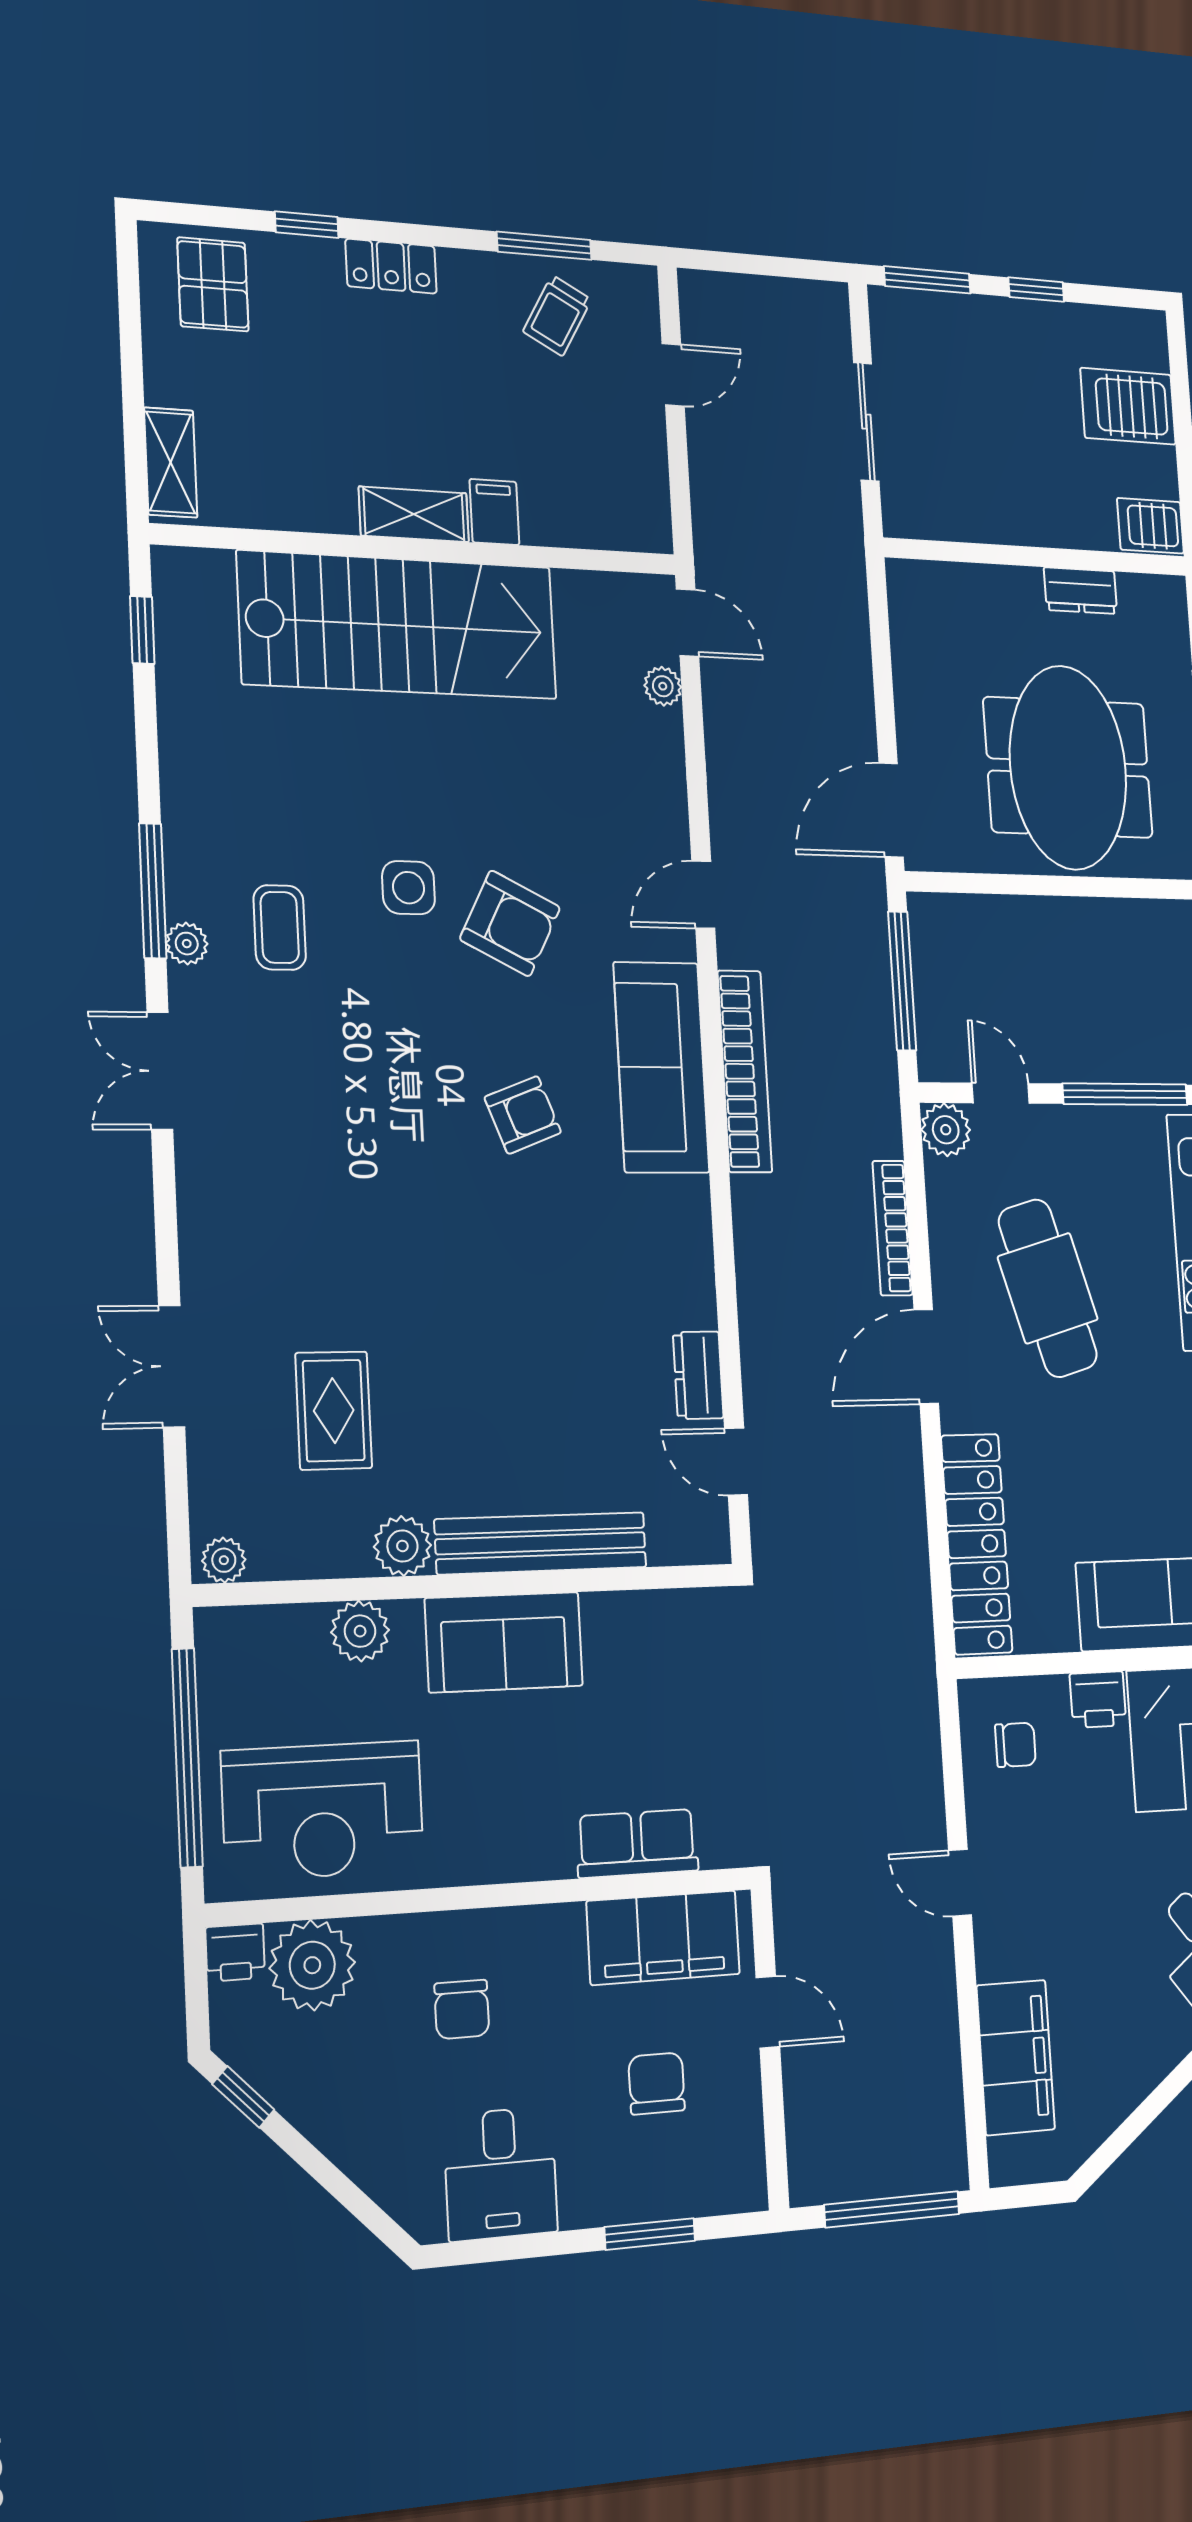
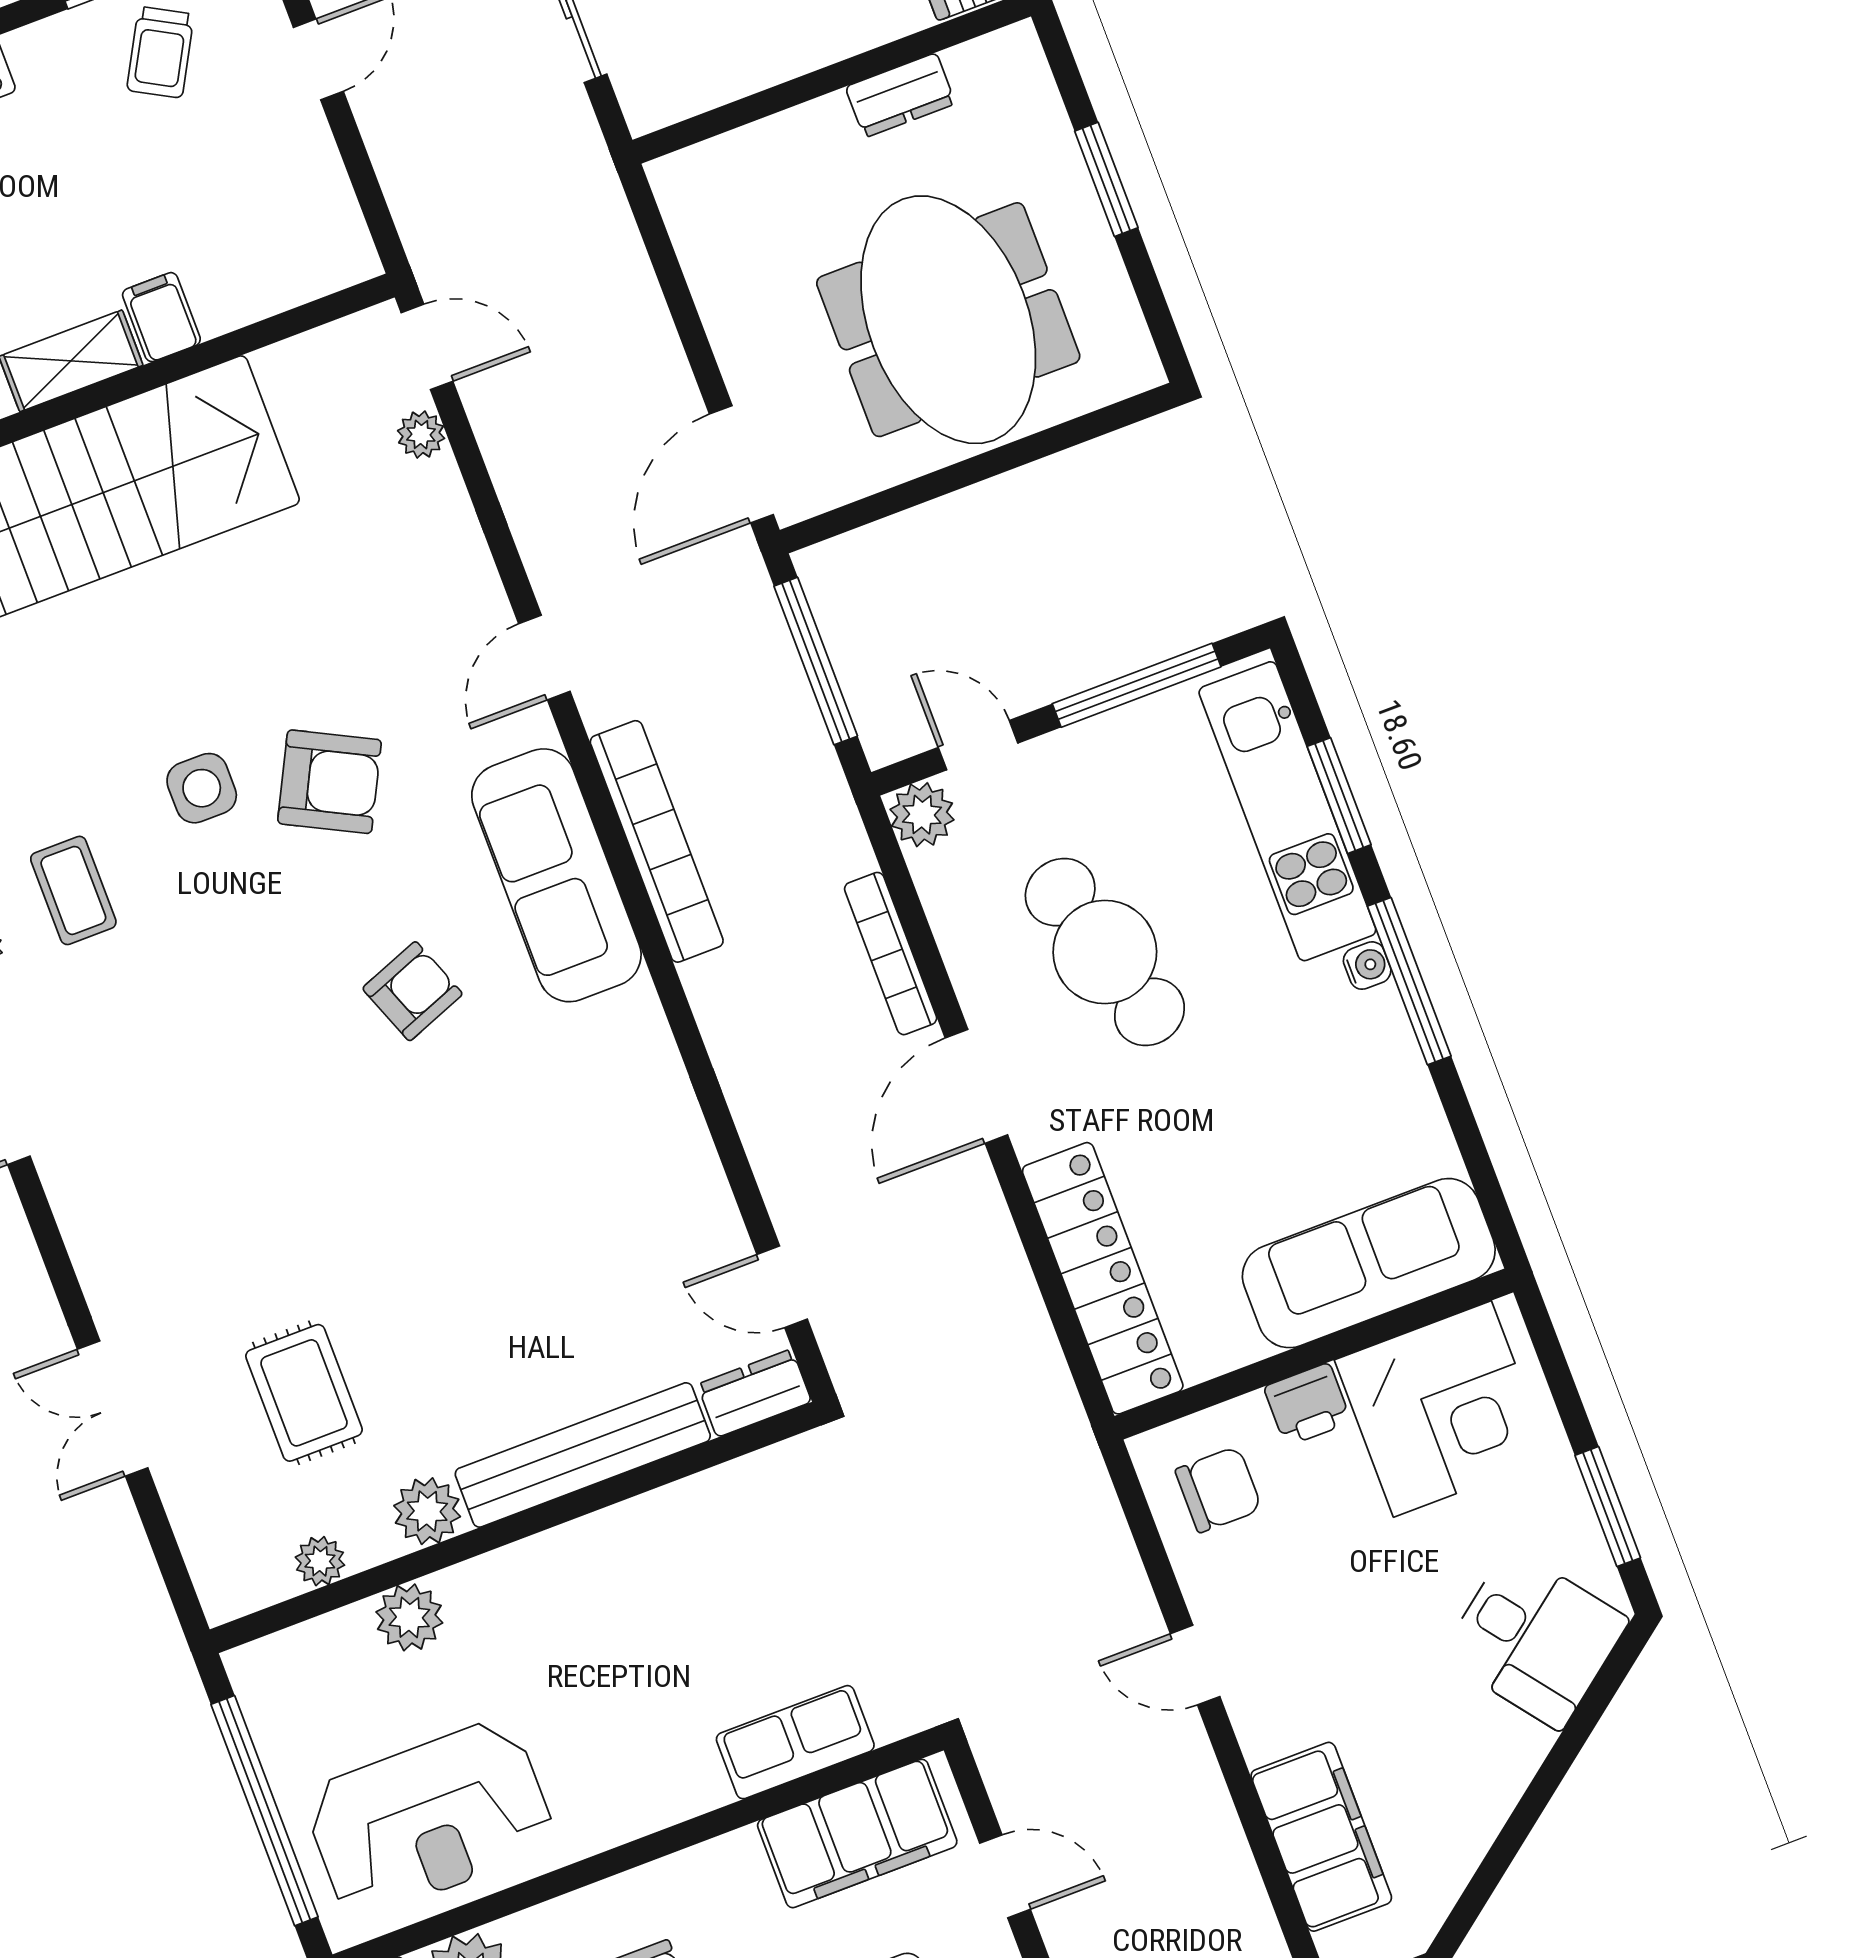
dresser: (698, 1375) -> (754, 1393), moved, turned 90
plant: (224, 1560) -> (320, 1561), moved
sofa: (504, 1642) -> (574, 1576), removed
chair: (1015, 1745) -> (1218, 1489), width x1.37, depth x1.37

